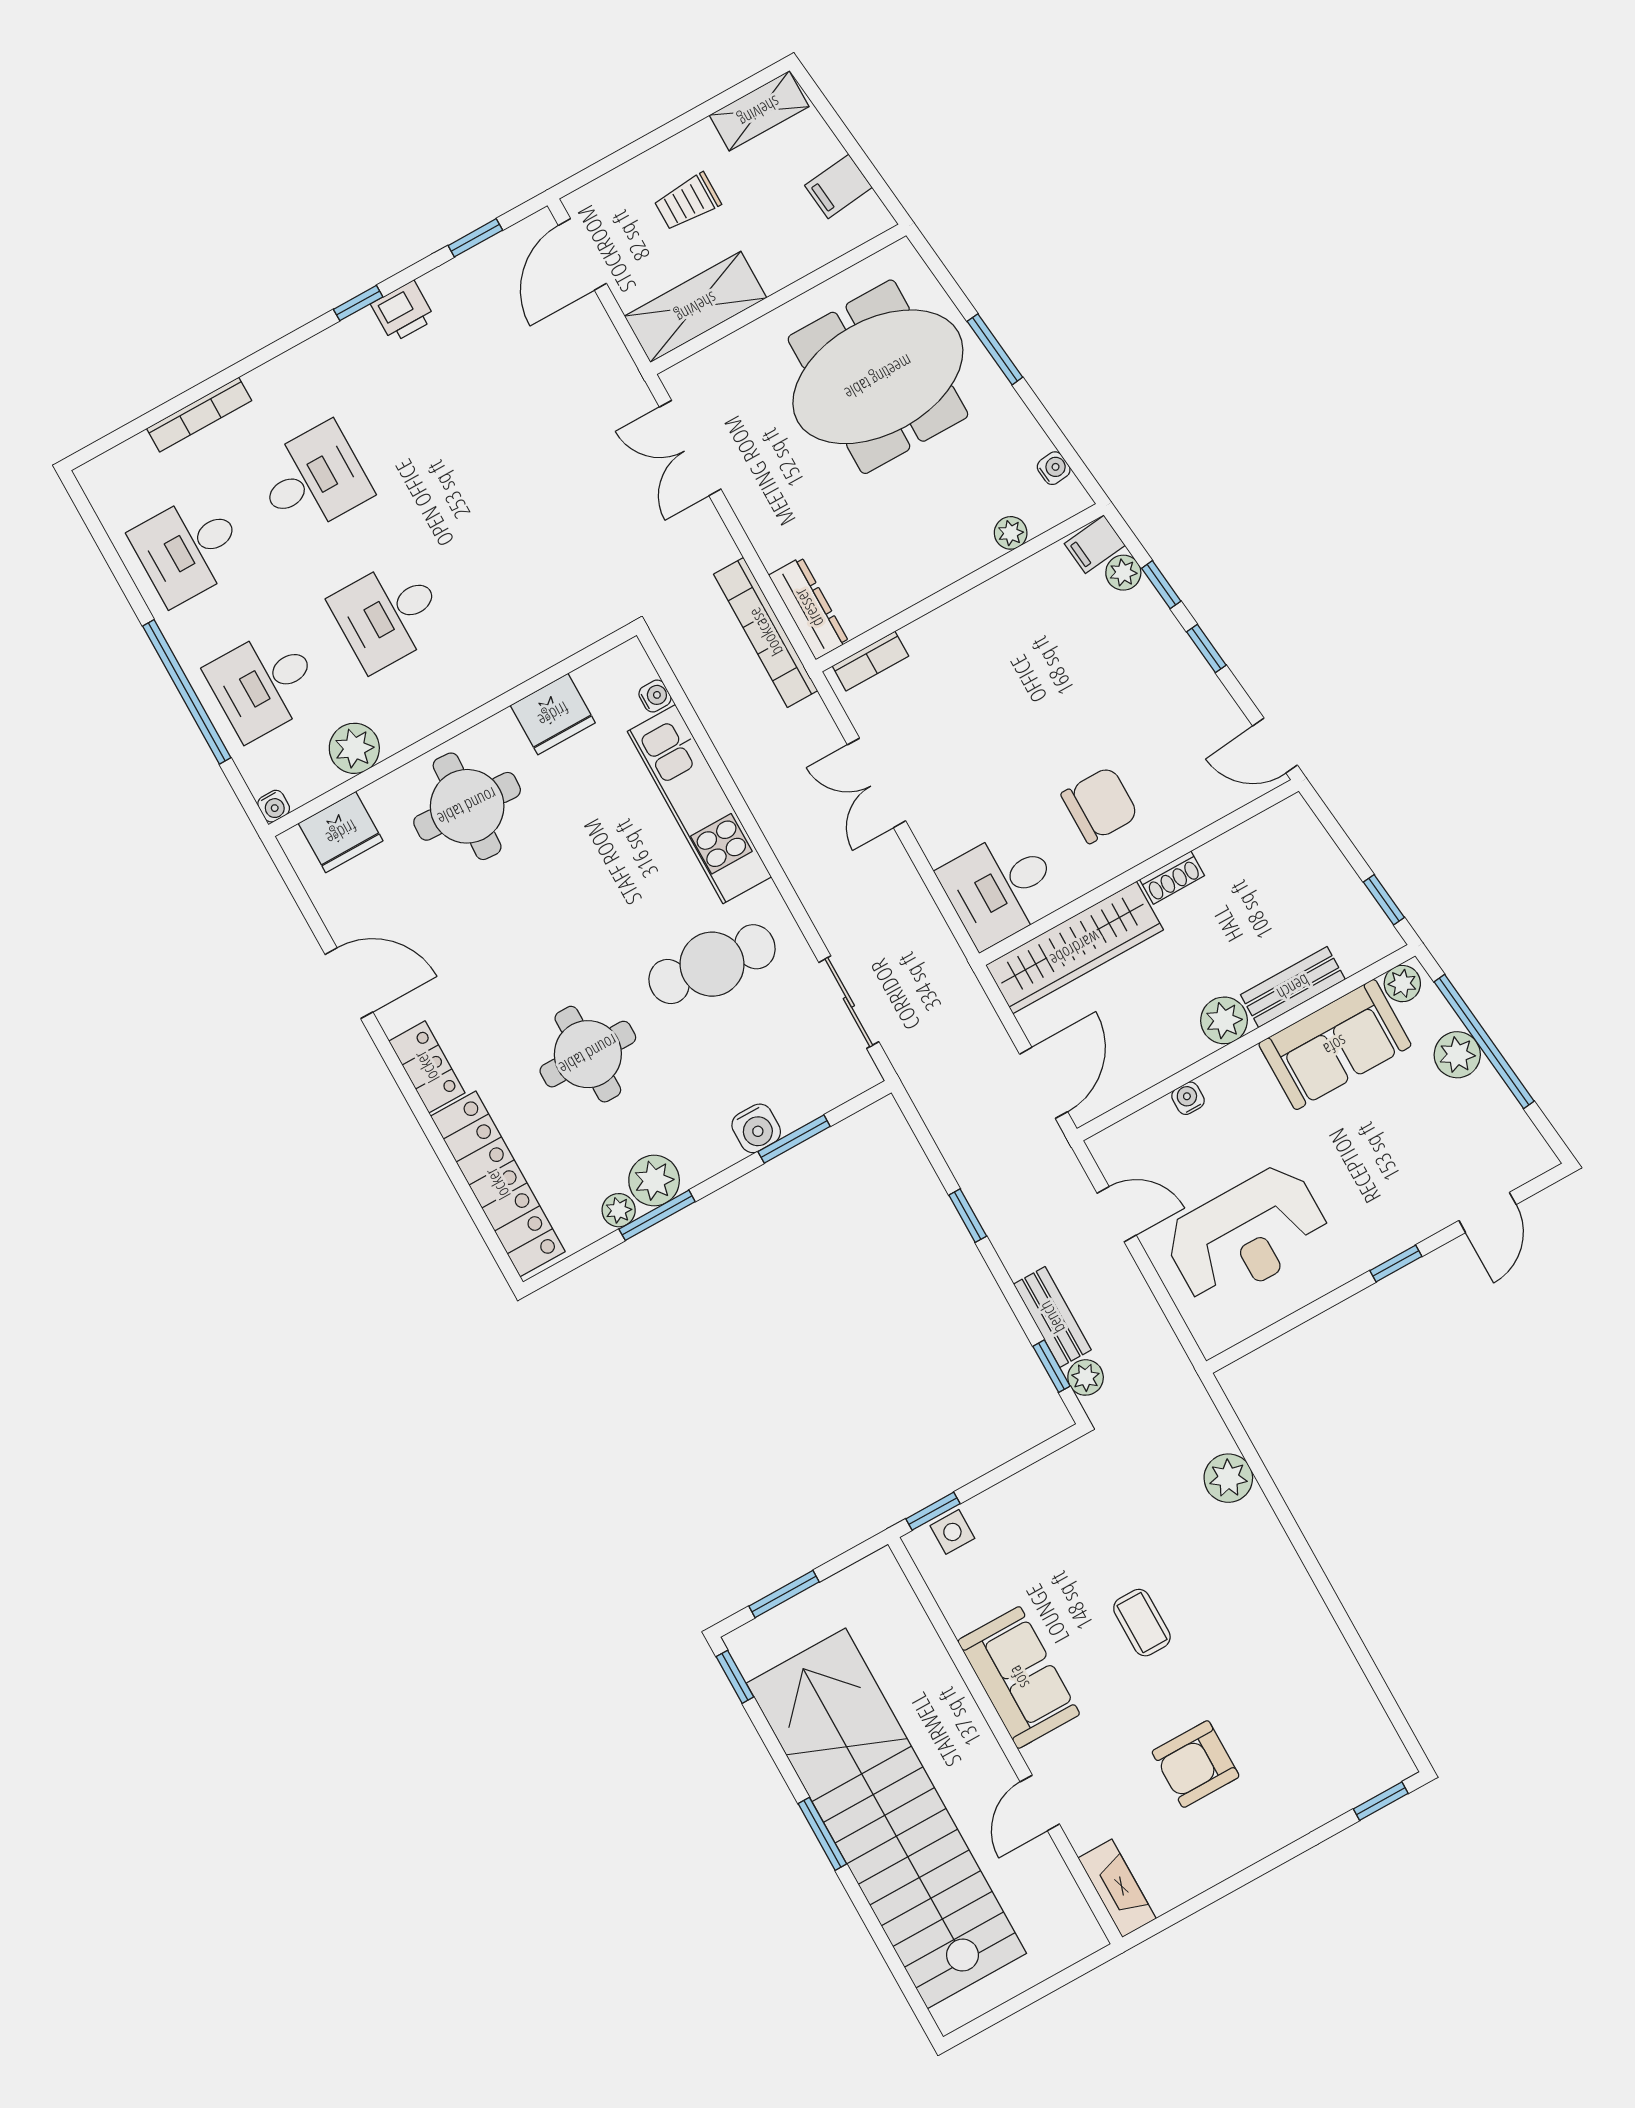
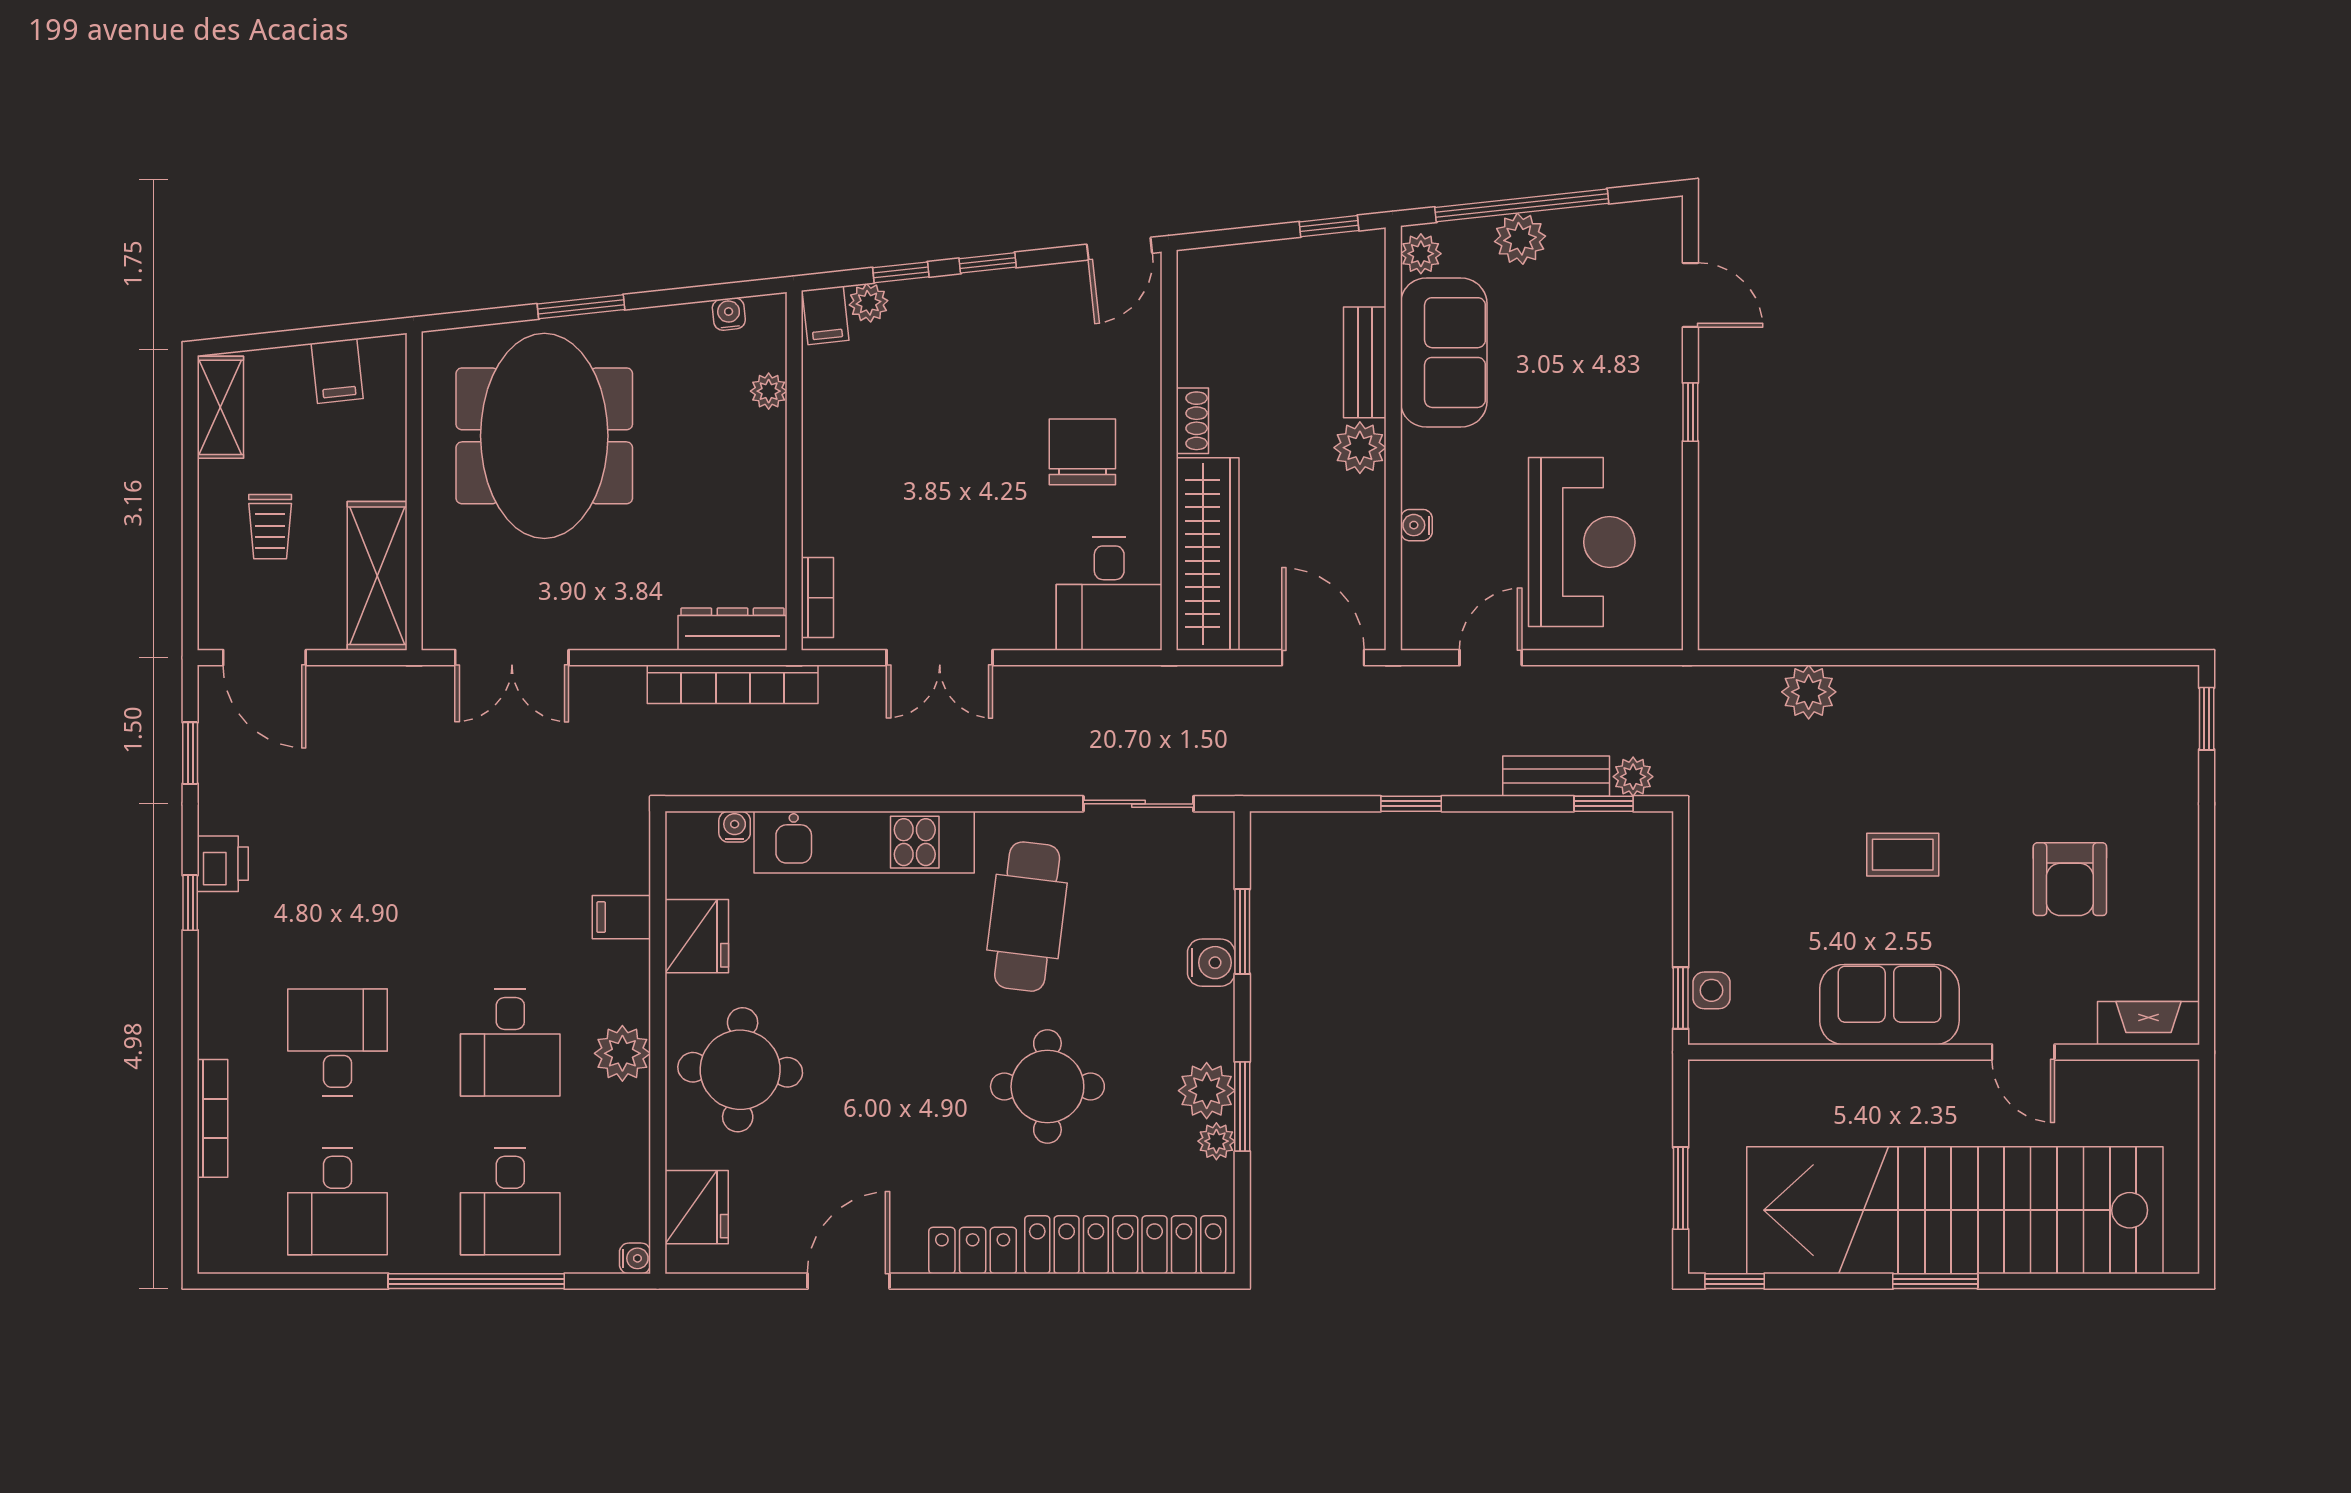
filing cabinet: (535, 647) -> (621, 917), added
plant: (354, 748) -> (622, 1053), moved

